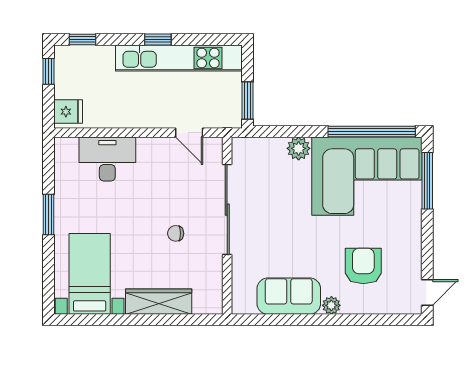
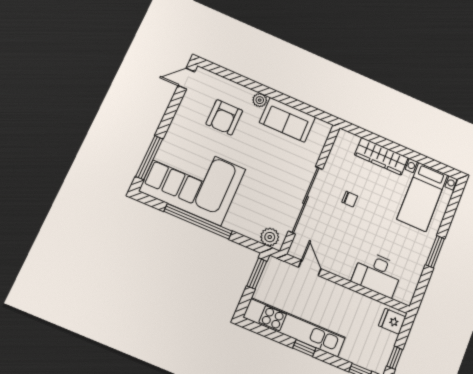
window: (372, 132) -> (198, 221), moved
plant: (299, 148) -> (270, 237), moved

